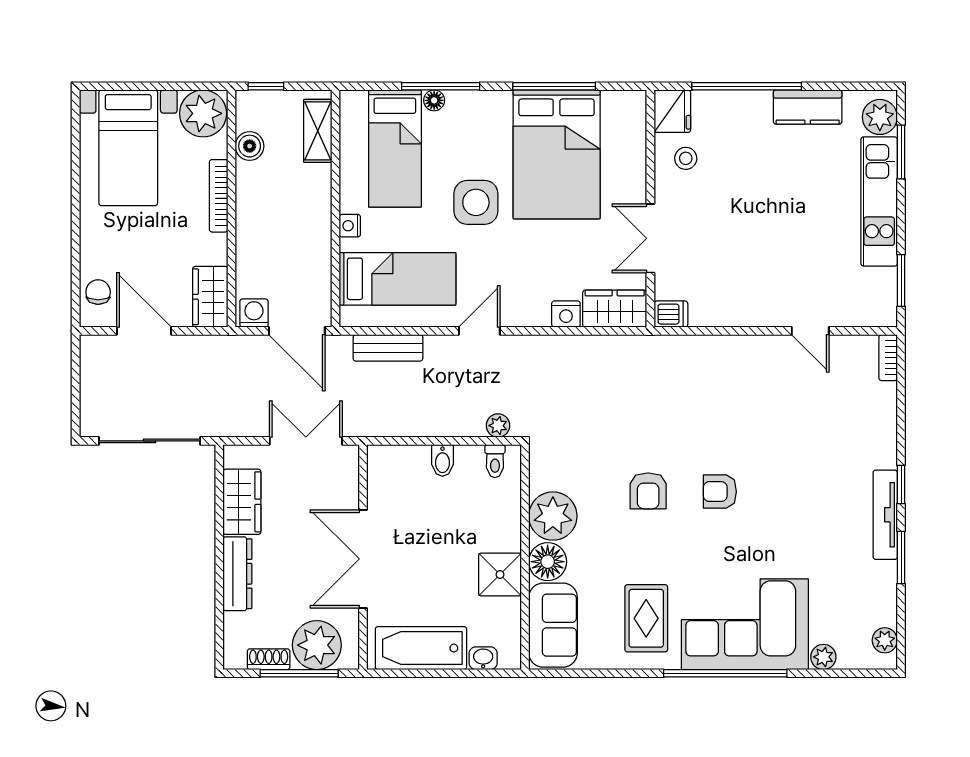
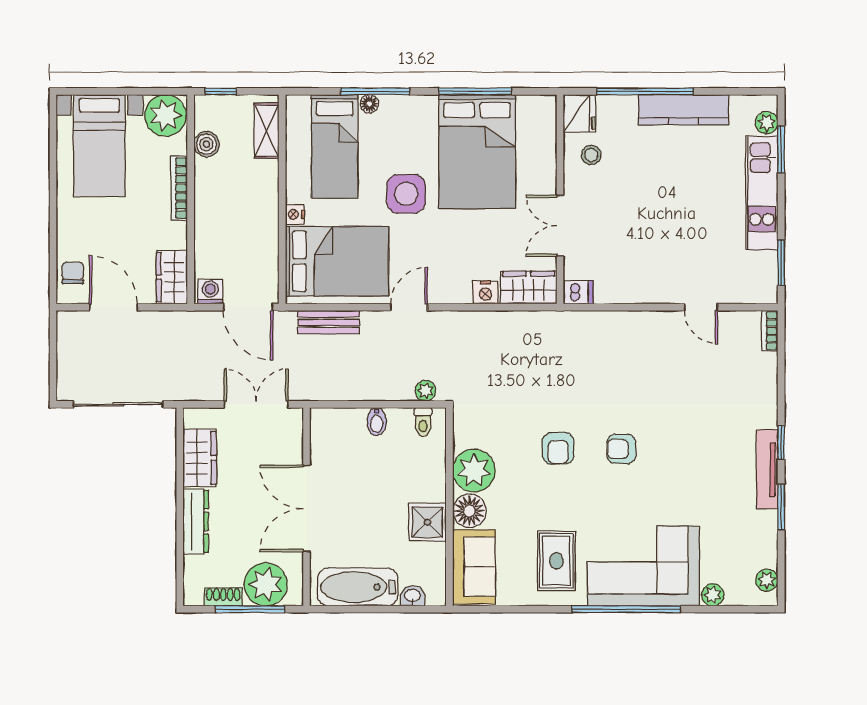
kitchen counter: (808, 107) -> (684, 110), width x1.50
plant: (880, 117) -> (767, 123), width x0.73, depth x0.73
bed: (398, 279) -> (337, 261), width x1.50

